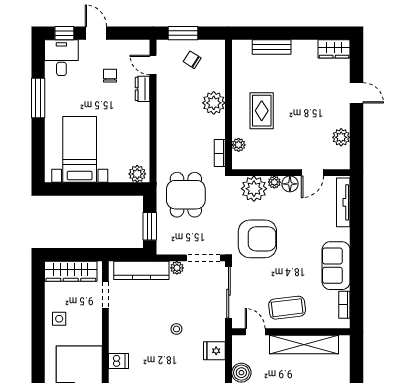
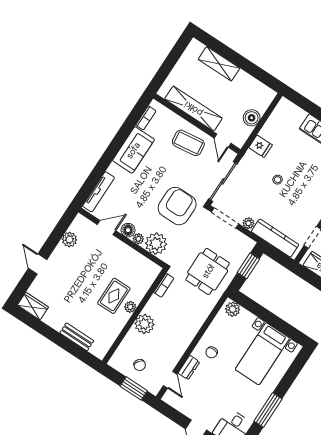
chair: (110, 76) -> (212, 352), moved
plant: (239, 145) -> (130, 307), moved
armchair: (257, 239) -> (177, 206), turned 90

